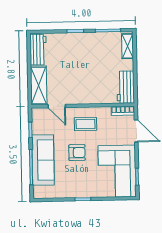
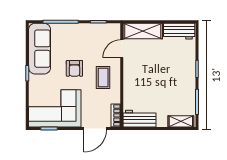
sofa: (43, 160) -> (40, 49), moved, turned -90

